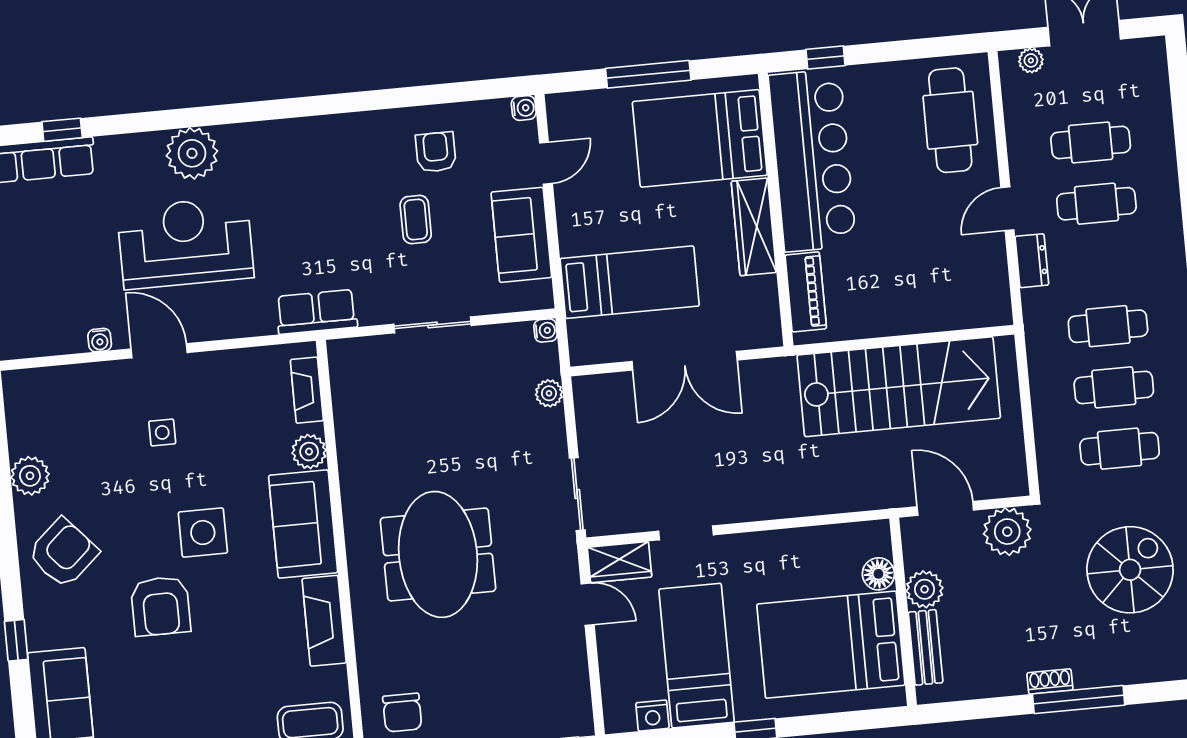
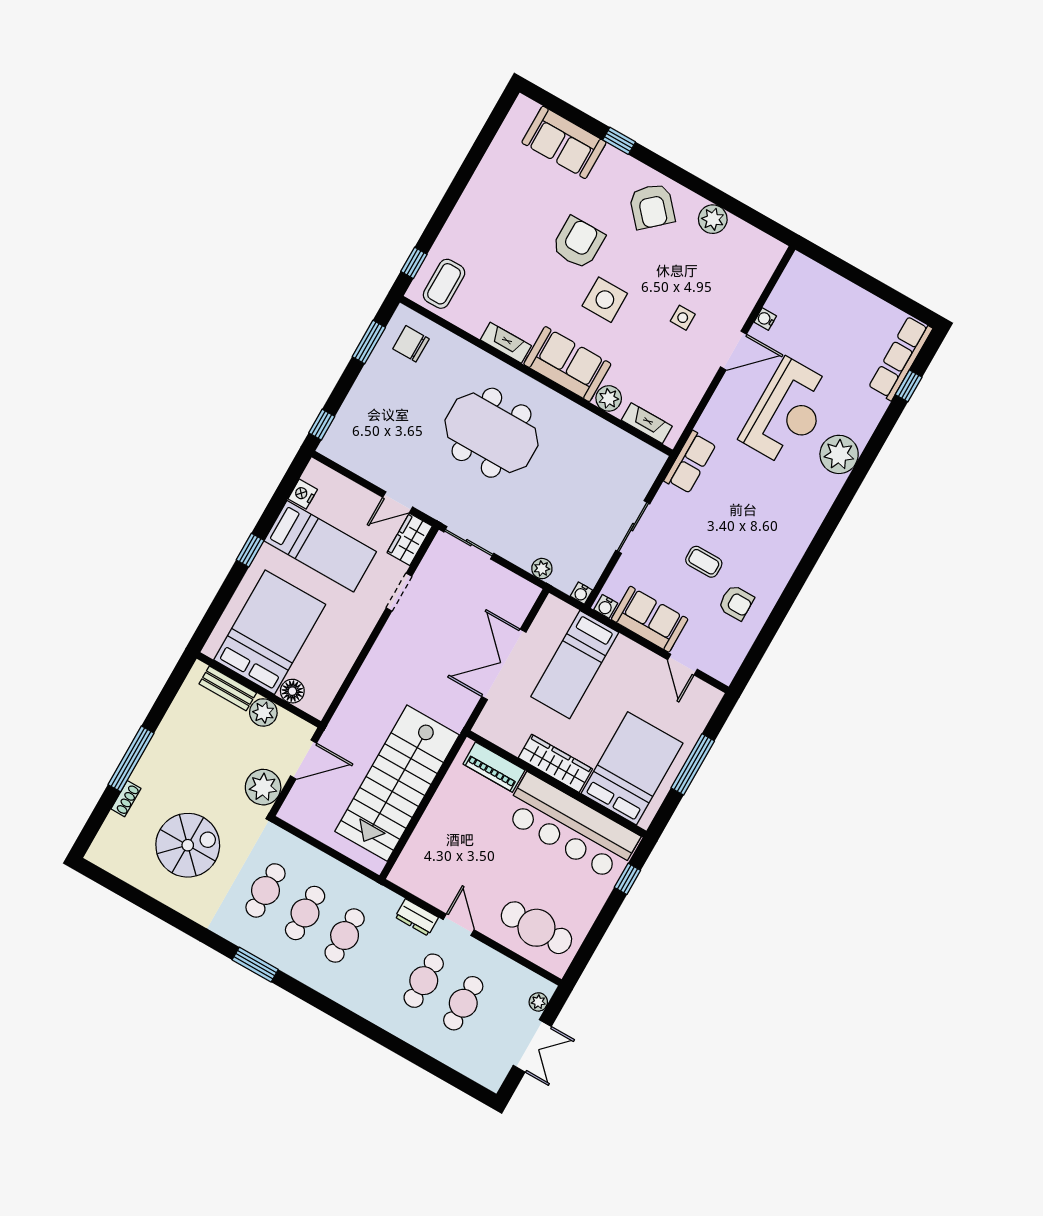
water cooler: (524, 108) -> (606, 606), moved
spiral stairs: (1130, 570) -> (188, 845), turned -90
armchair: (161, 606) -> (578, 243), turned 90
fireplace: (324, 621) -> (506, 343), width x0.73, depth x0.76
shoe rack: (1050, 681) -> (126, 799), moved

